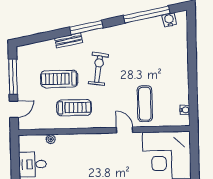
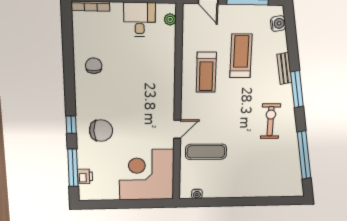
water cooler: (169, 20) -> (278, 24), moved
exercise bike: (98, 69) -> (270, 121), moved, turned -99
plant: (51, 139) -> (170, 19), moved

